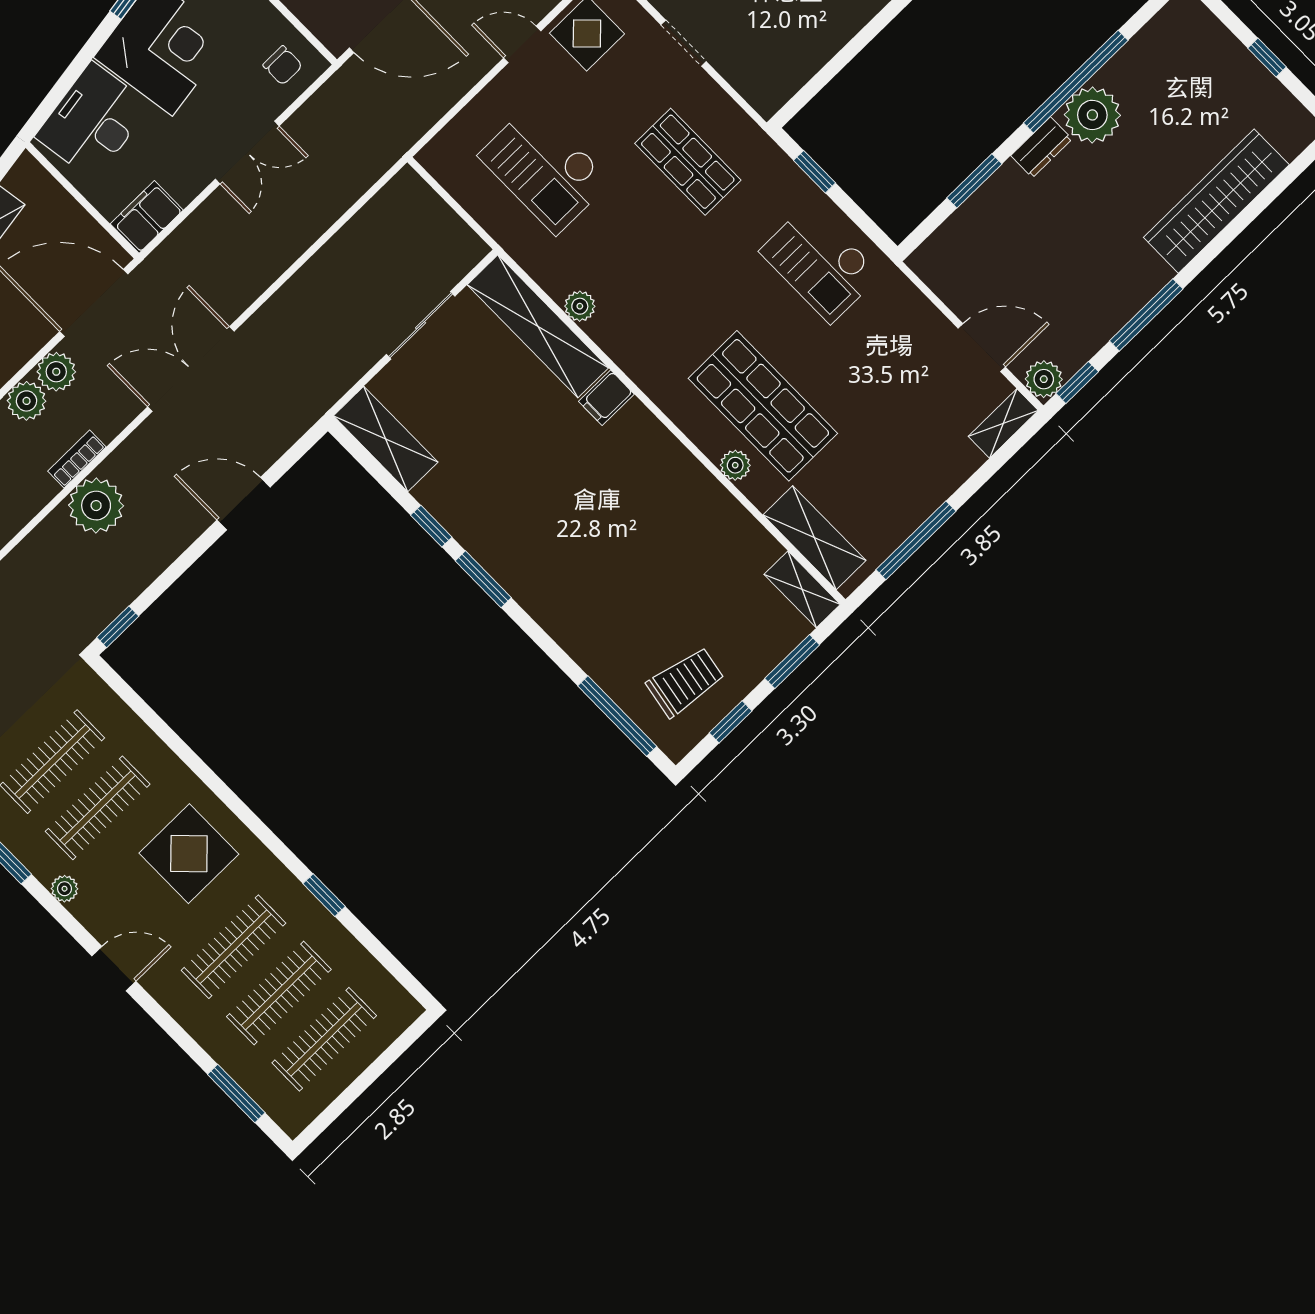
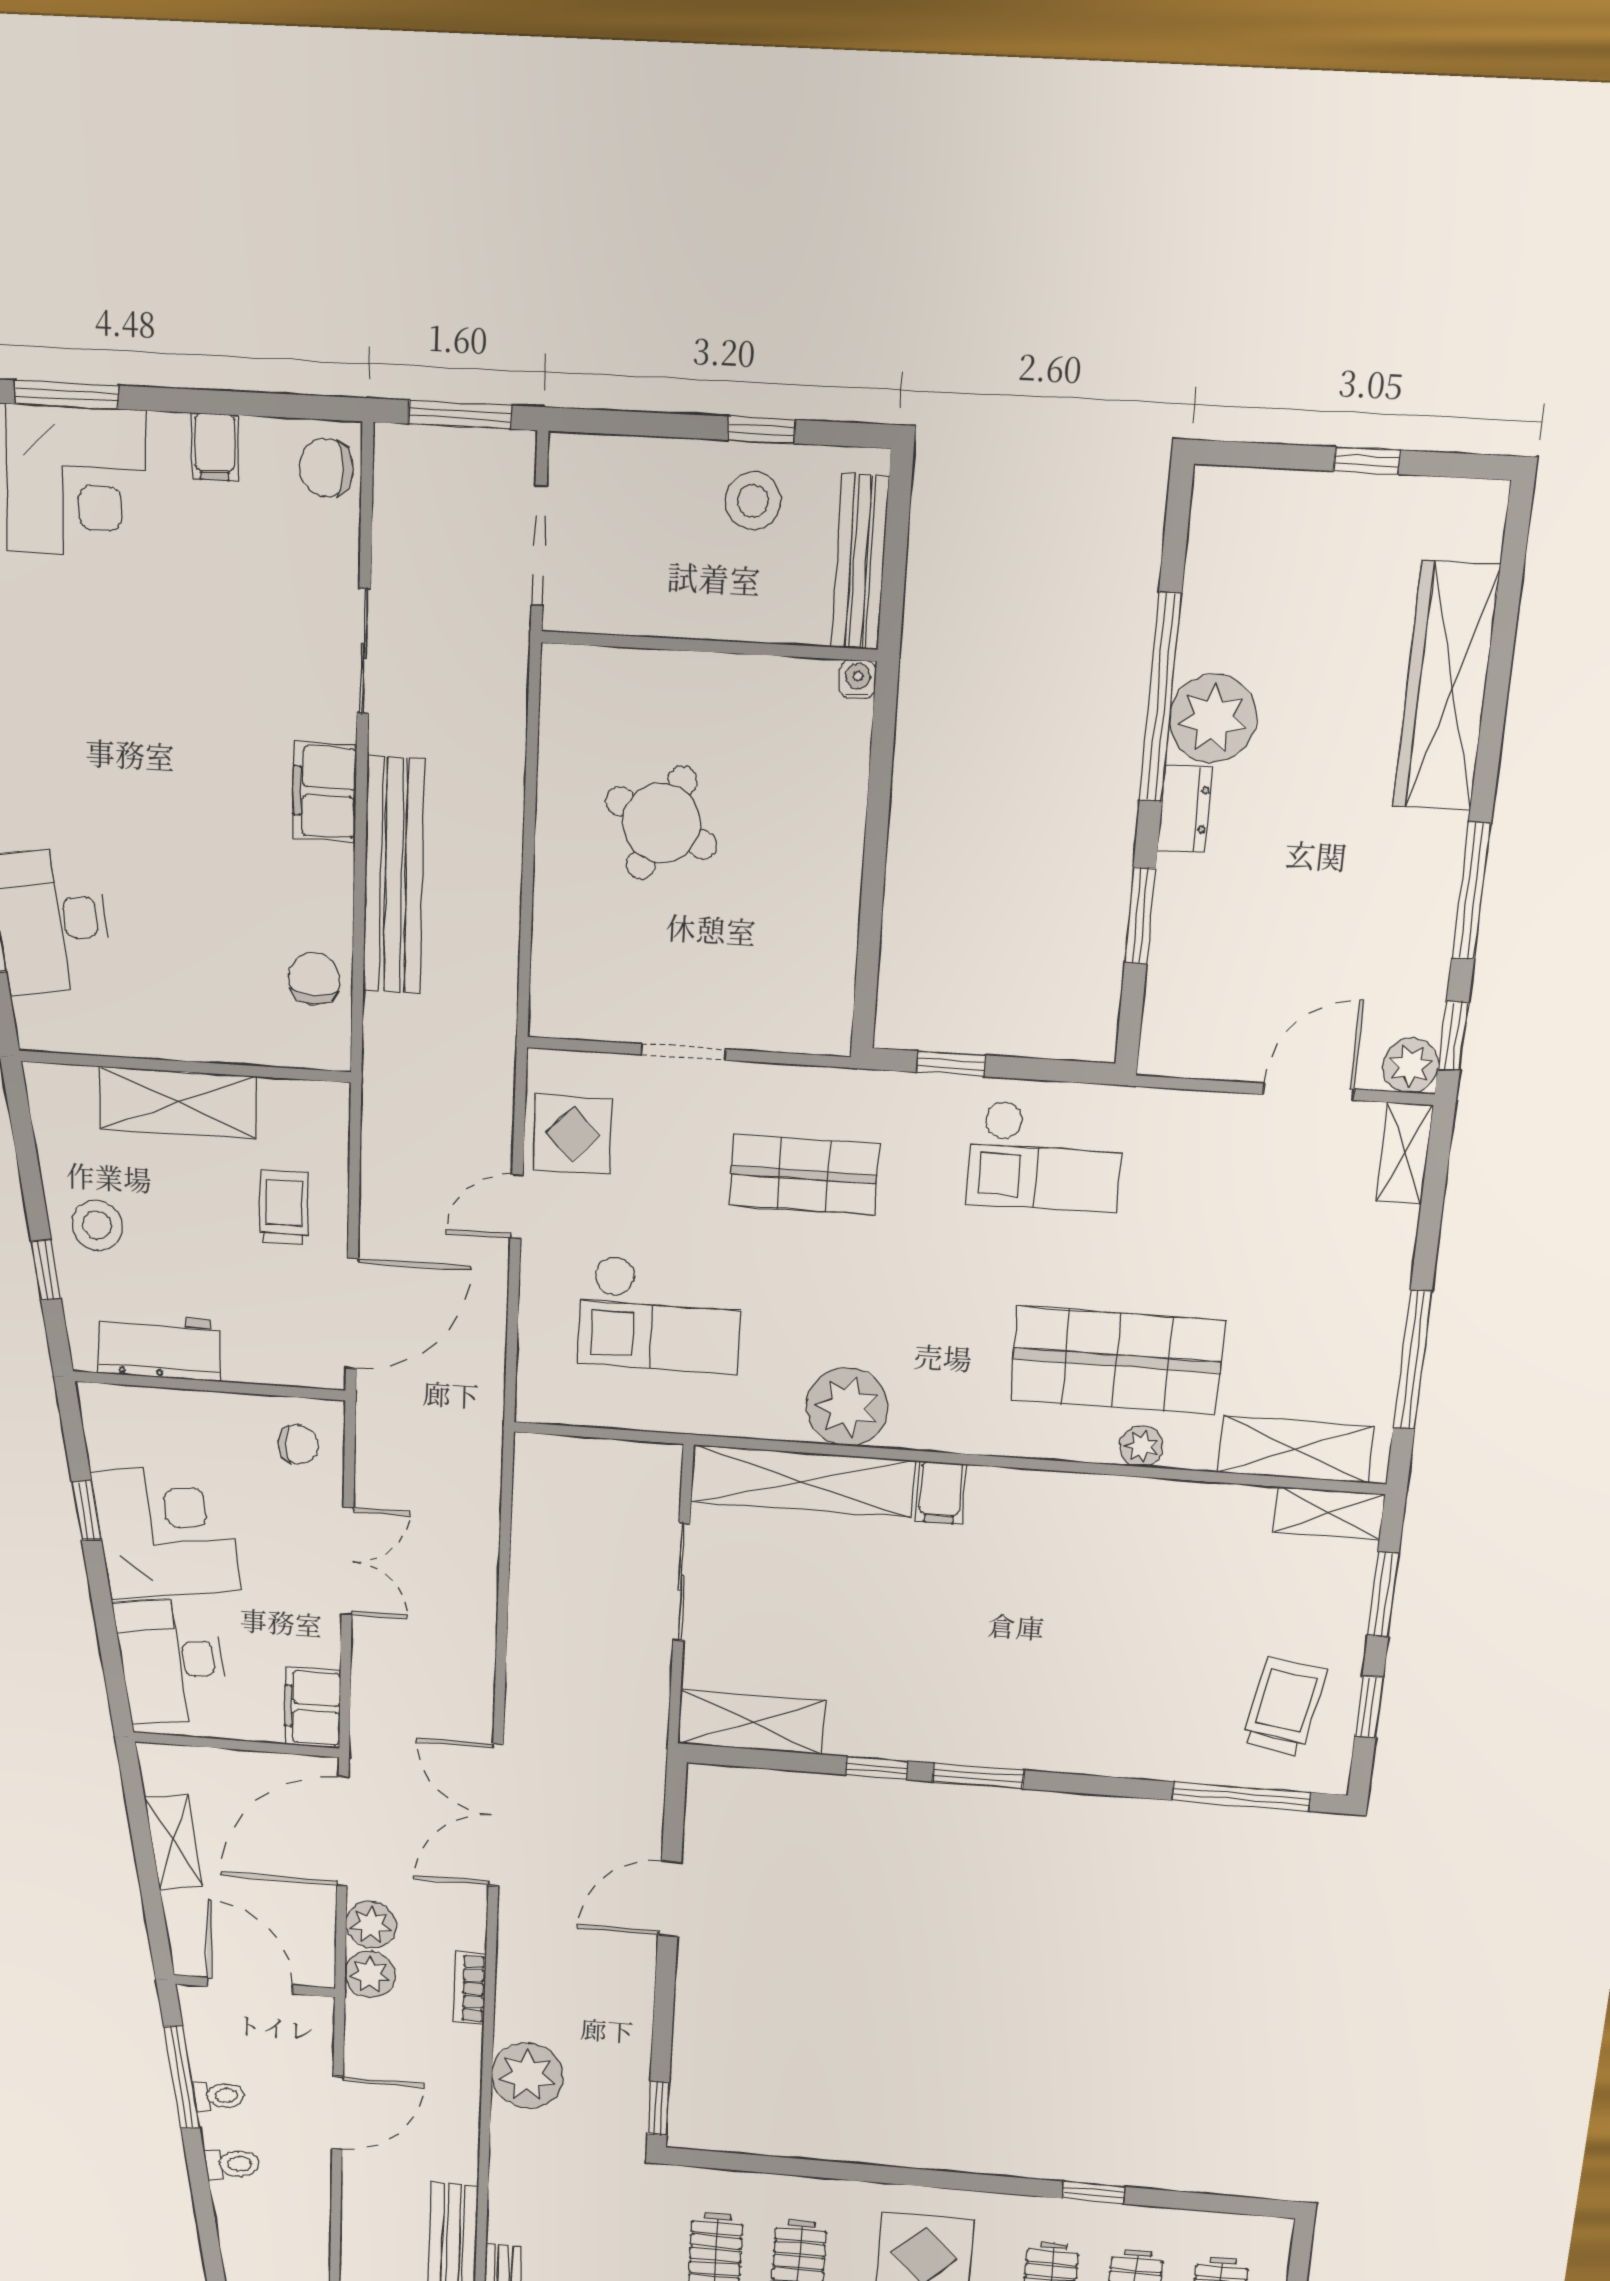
plant: (580, 306) -> (847, 1407), width x1.87, depth x1.87
plant: (96, 506) -> (527, 2076), moved

